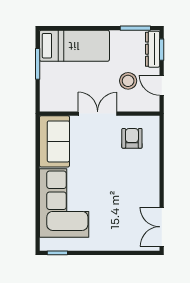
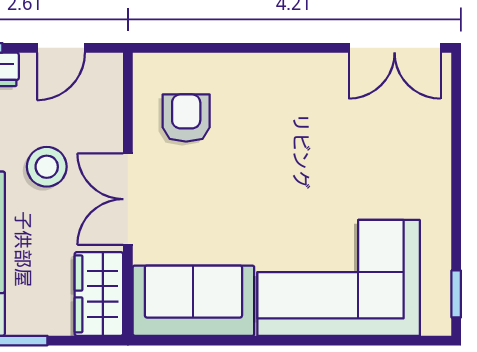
stool: (128, 81) -> (47, 167), moved
wardrobe: (57, 101) -> (99, 294), added
armchair: (132, 138) -> (186, 118), turned 90

